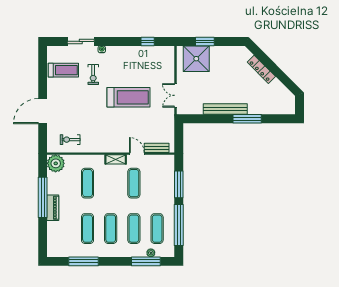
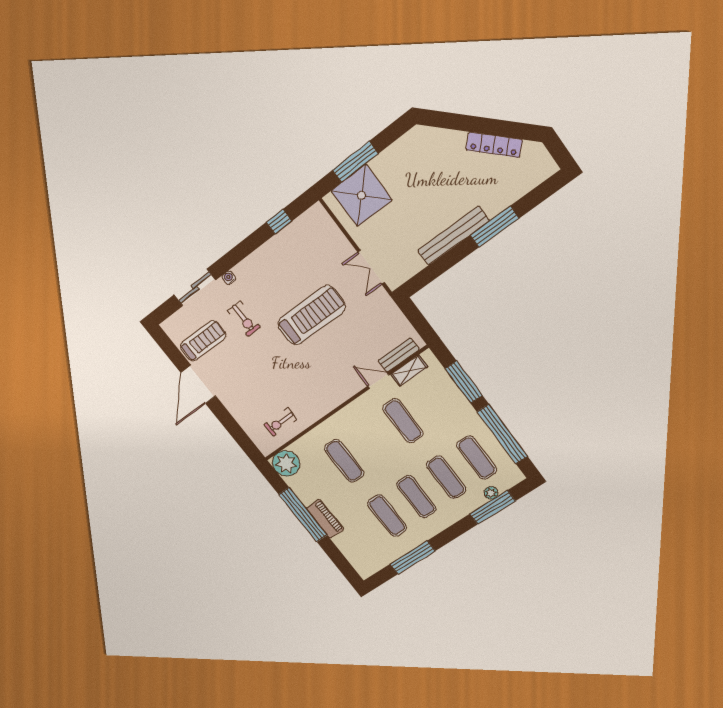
window: (205, 41) -> (355, 162), width x1.44
locker: (261, 69) -> (494, 145), moved
door: (43, 111) -> (198, 384), moved
shelving: (116, 159) -> (409, 371), moved

